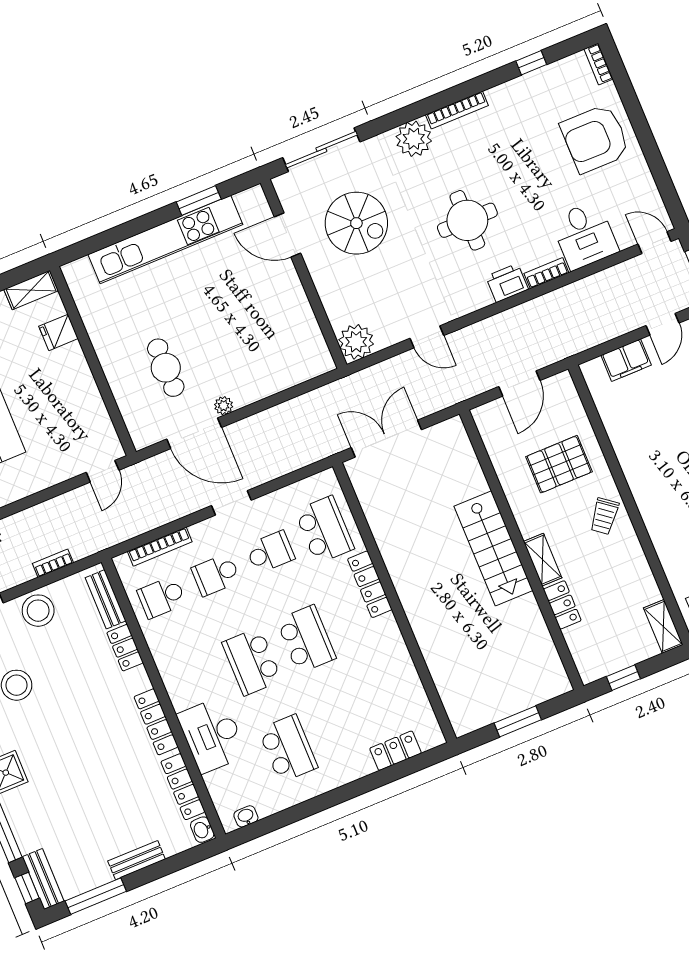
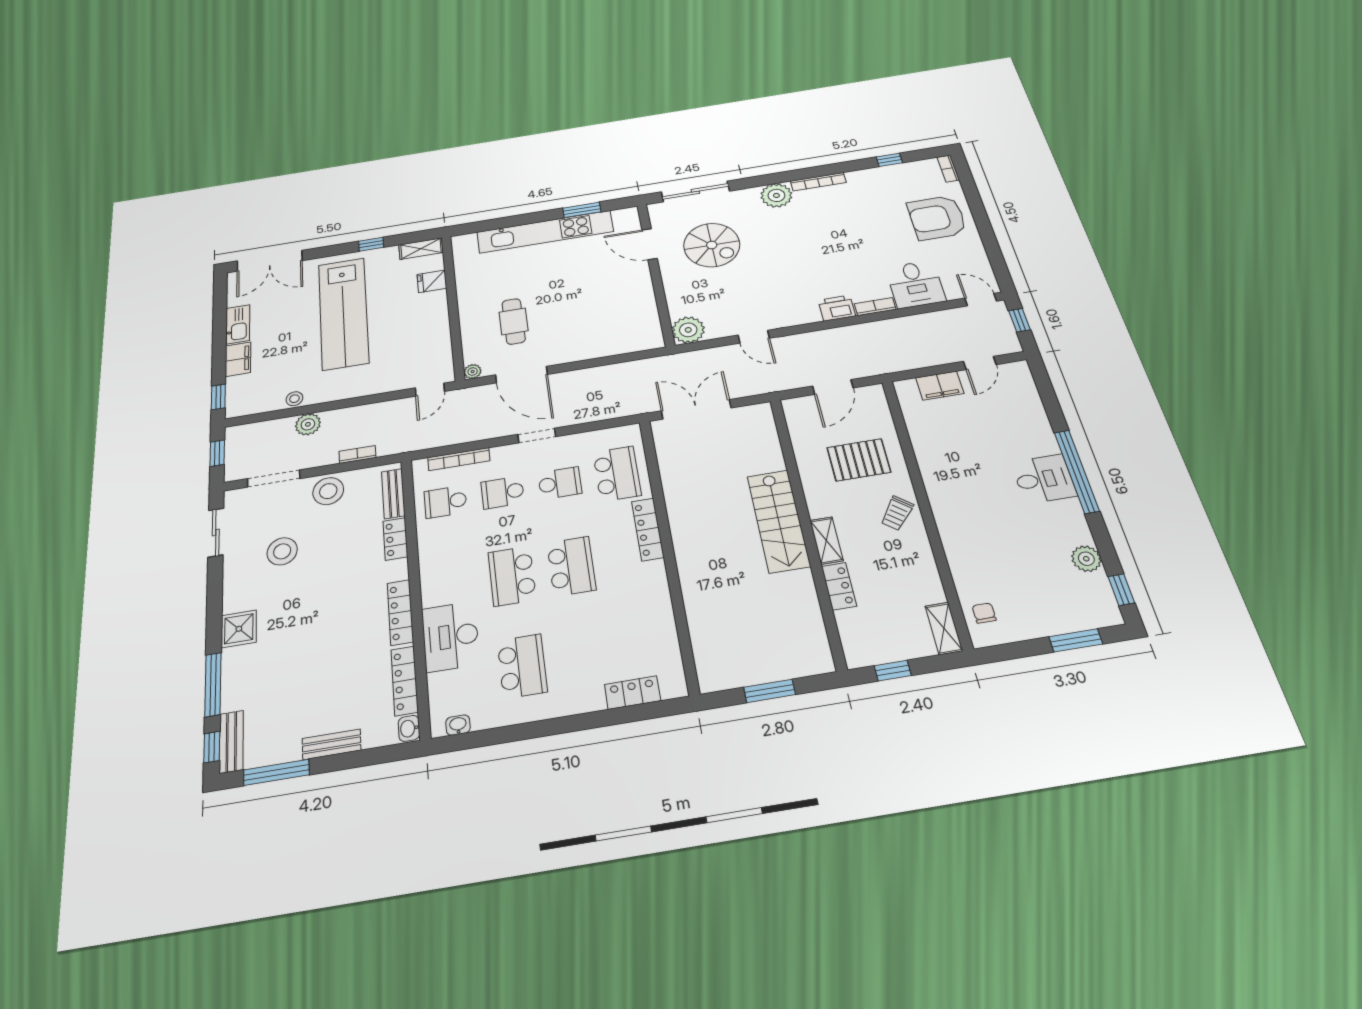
round table: (467, 220) -> (810, 258), removed
plant: (224, 406) -> (473, 372), moved

